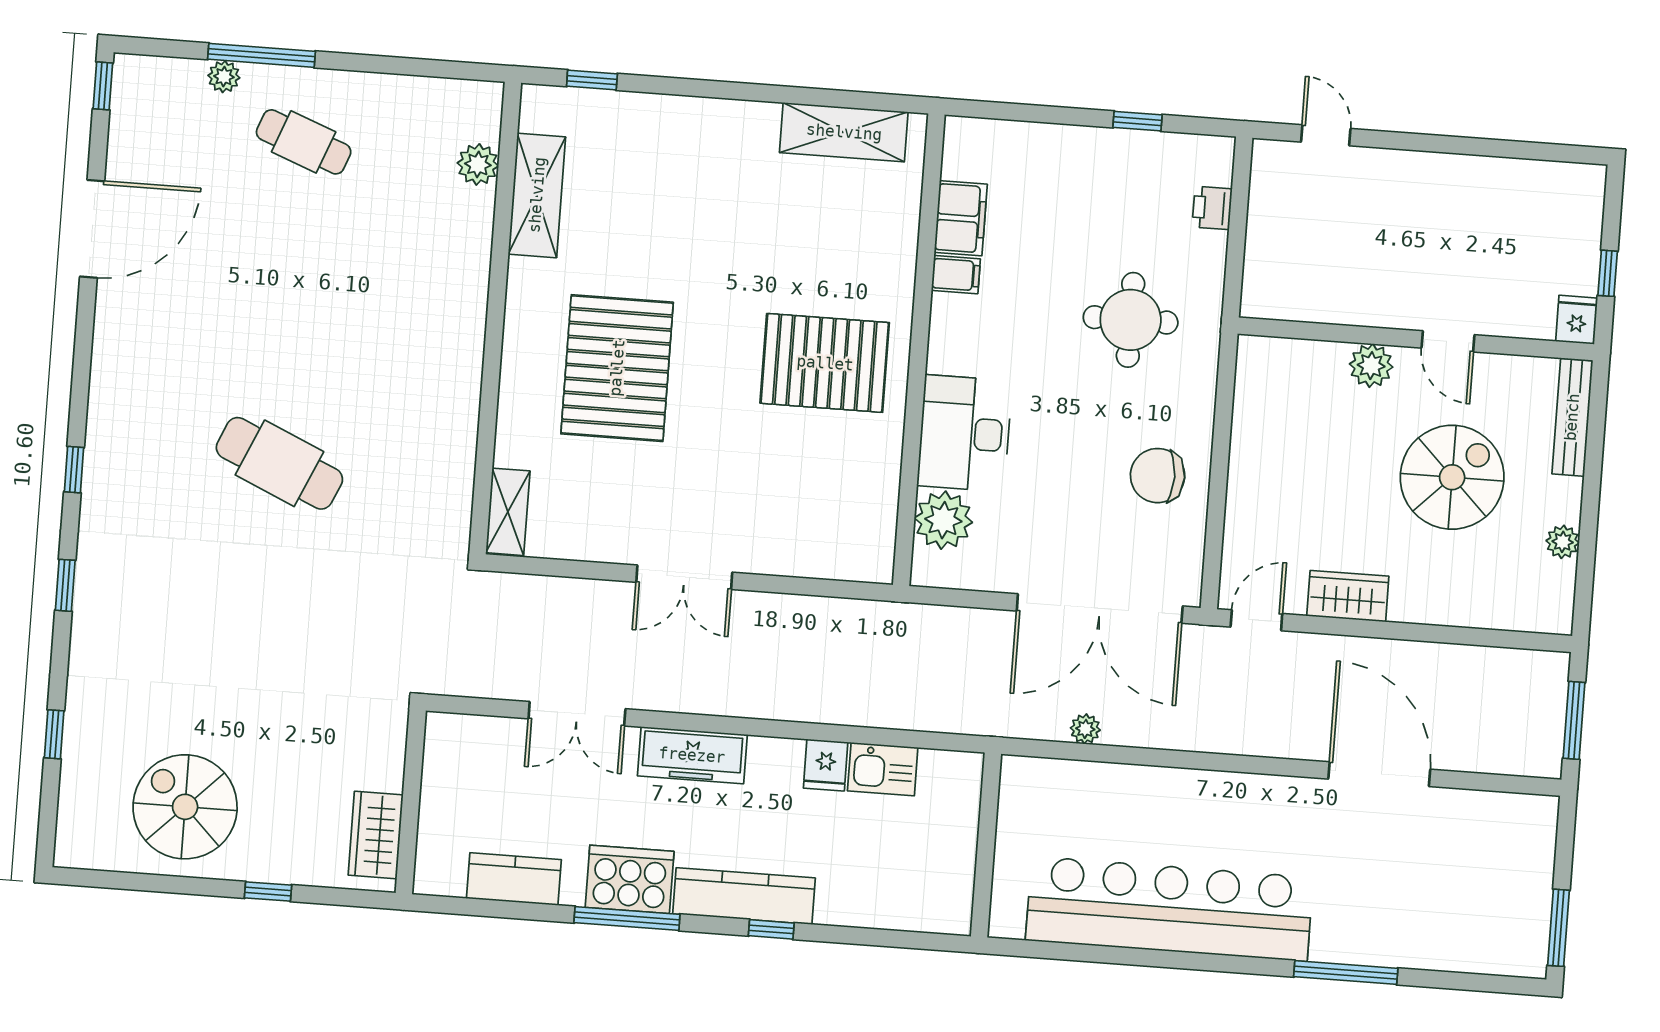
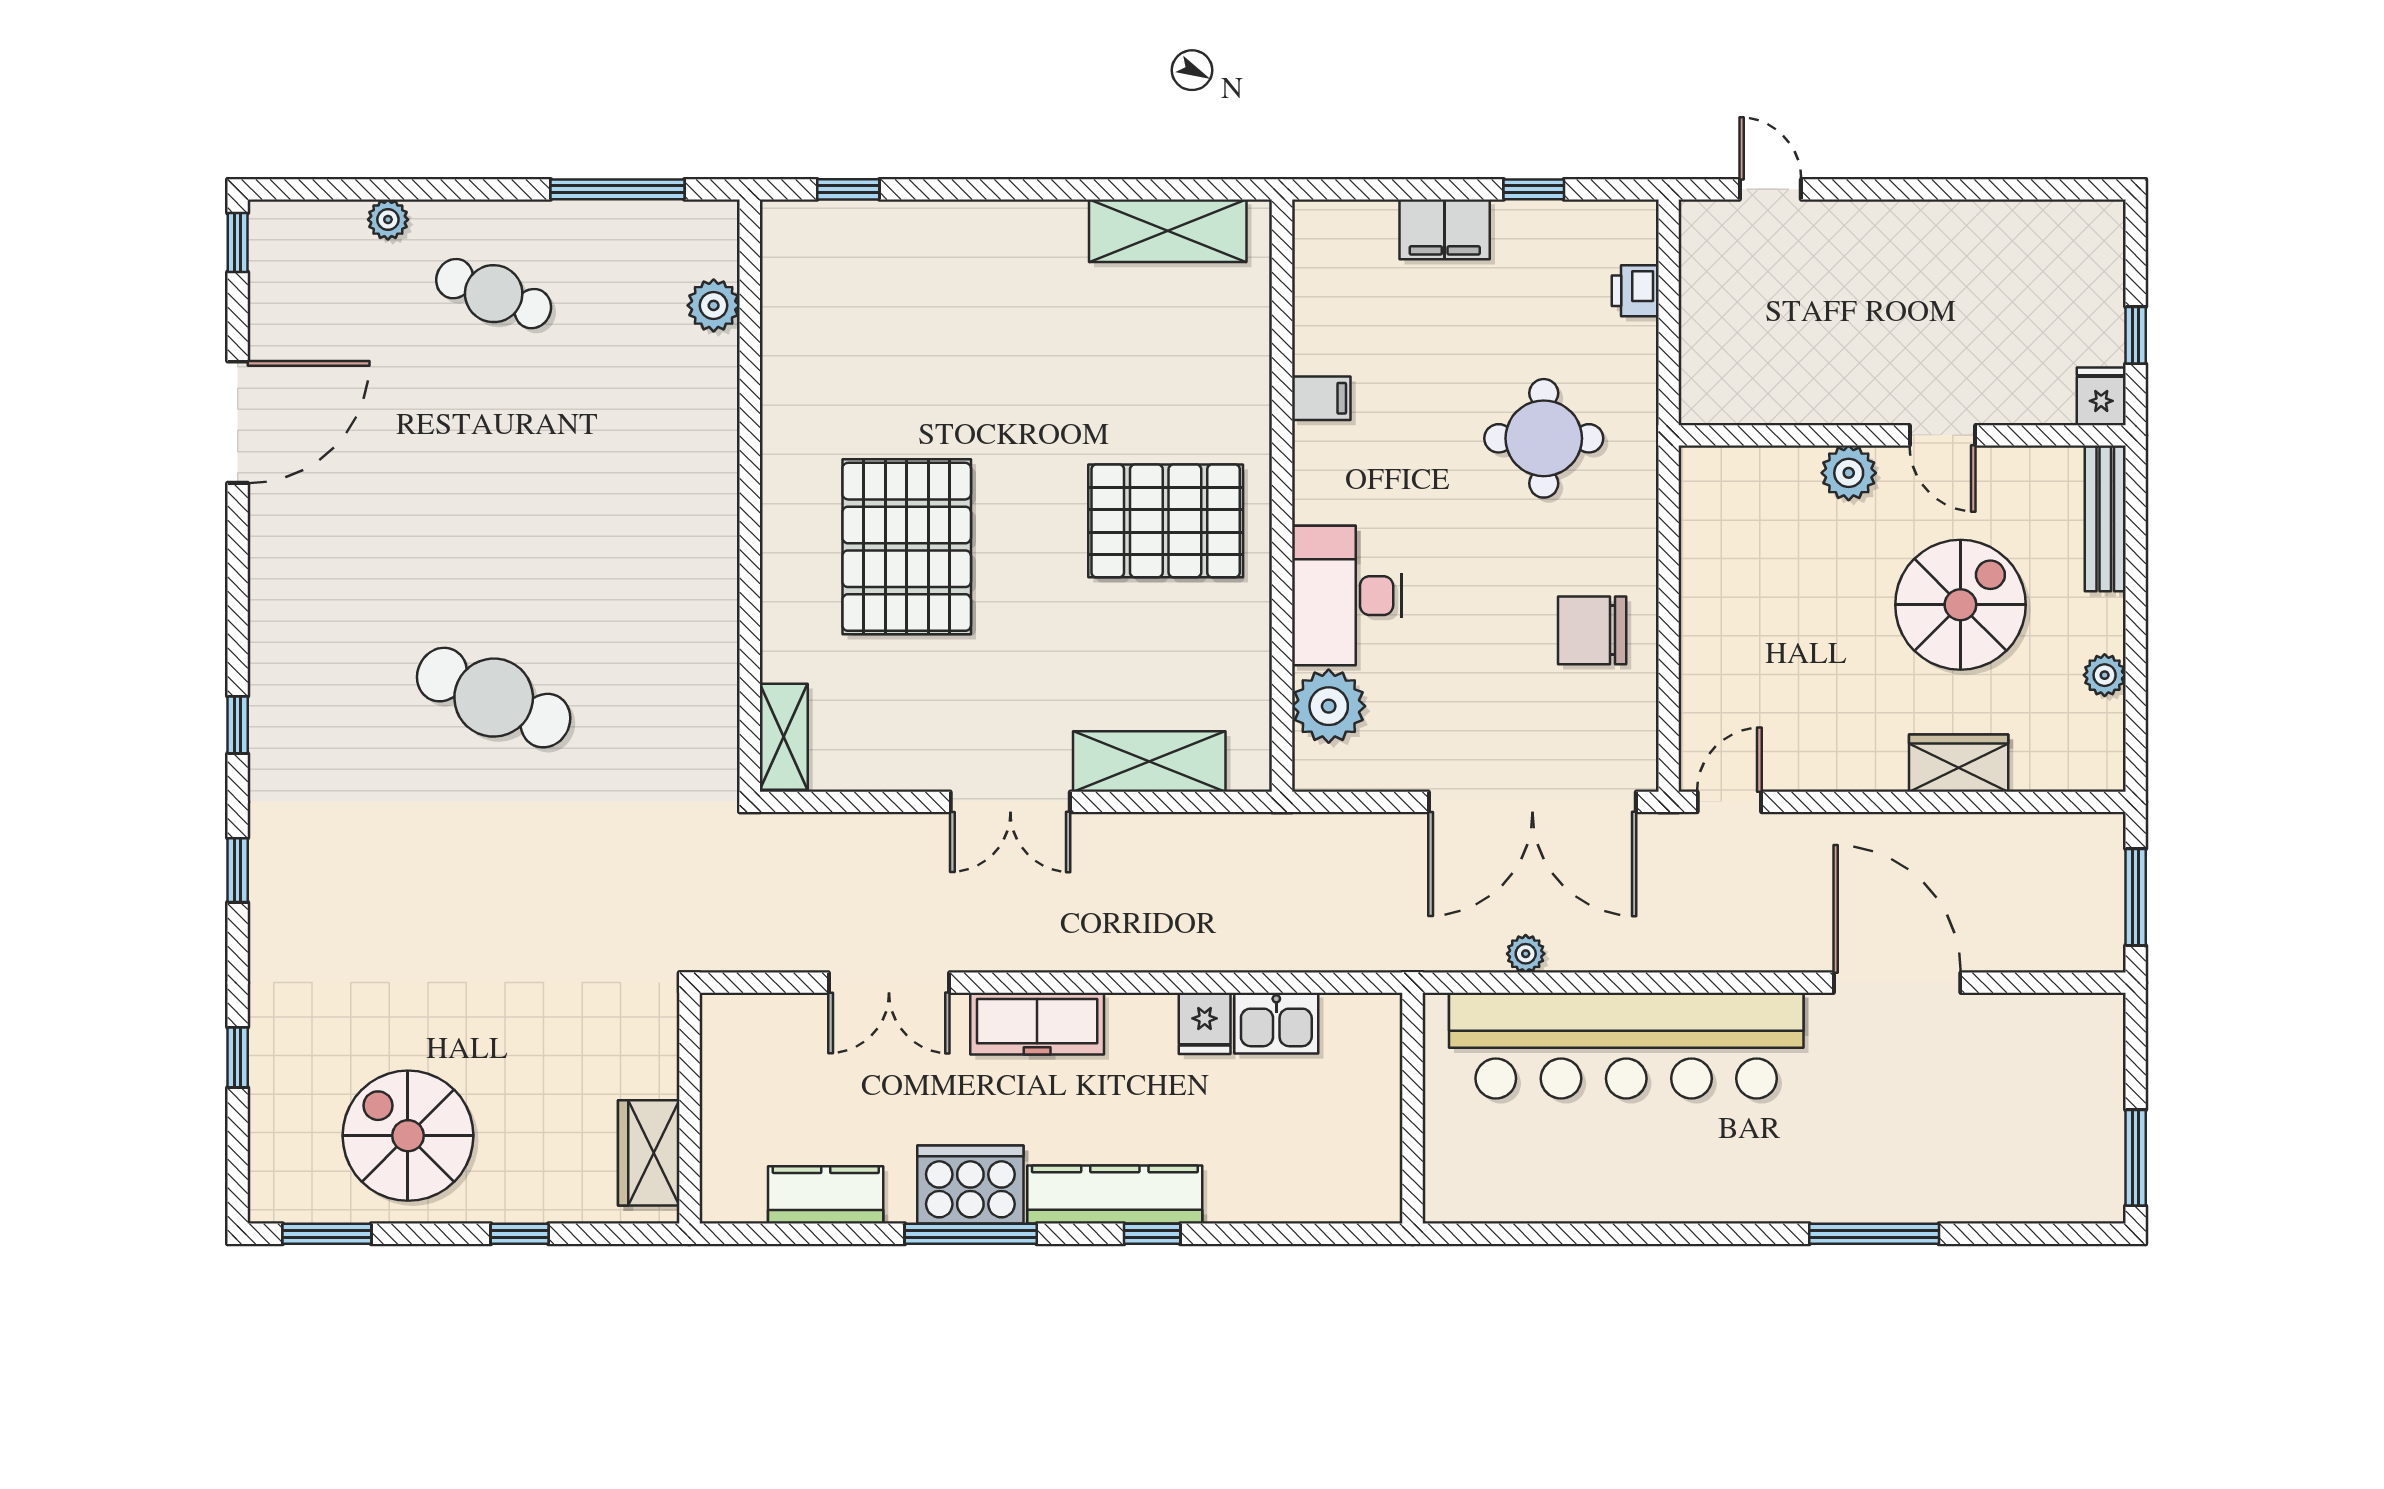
window: (261, 55) -> (617, 189), moved
shelving: (537, 195) -> (1149, 761), moved, turned 90
filing cabinet: (961, 218) -> (1445, 229), moved, turned 90
wardrobe: (1348, 596) -> (1959, 763), moved
window: (115, 880) -> (327, 1234), added
bar counter: (1169, 909) -> (1626, 1046), moved, turned 180

